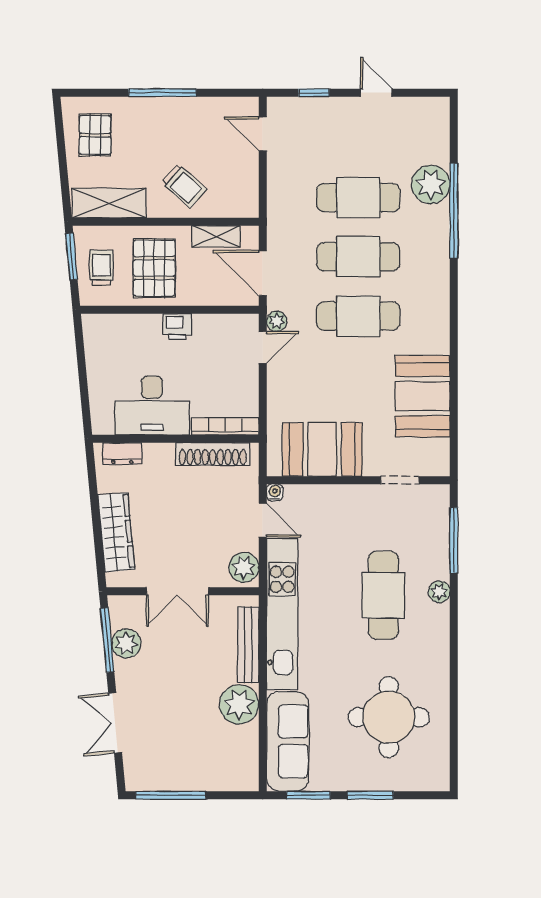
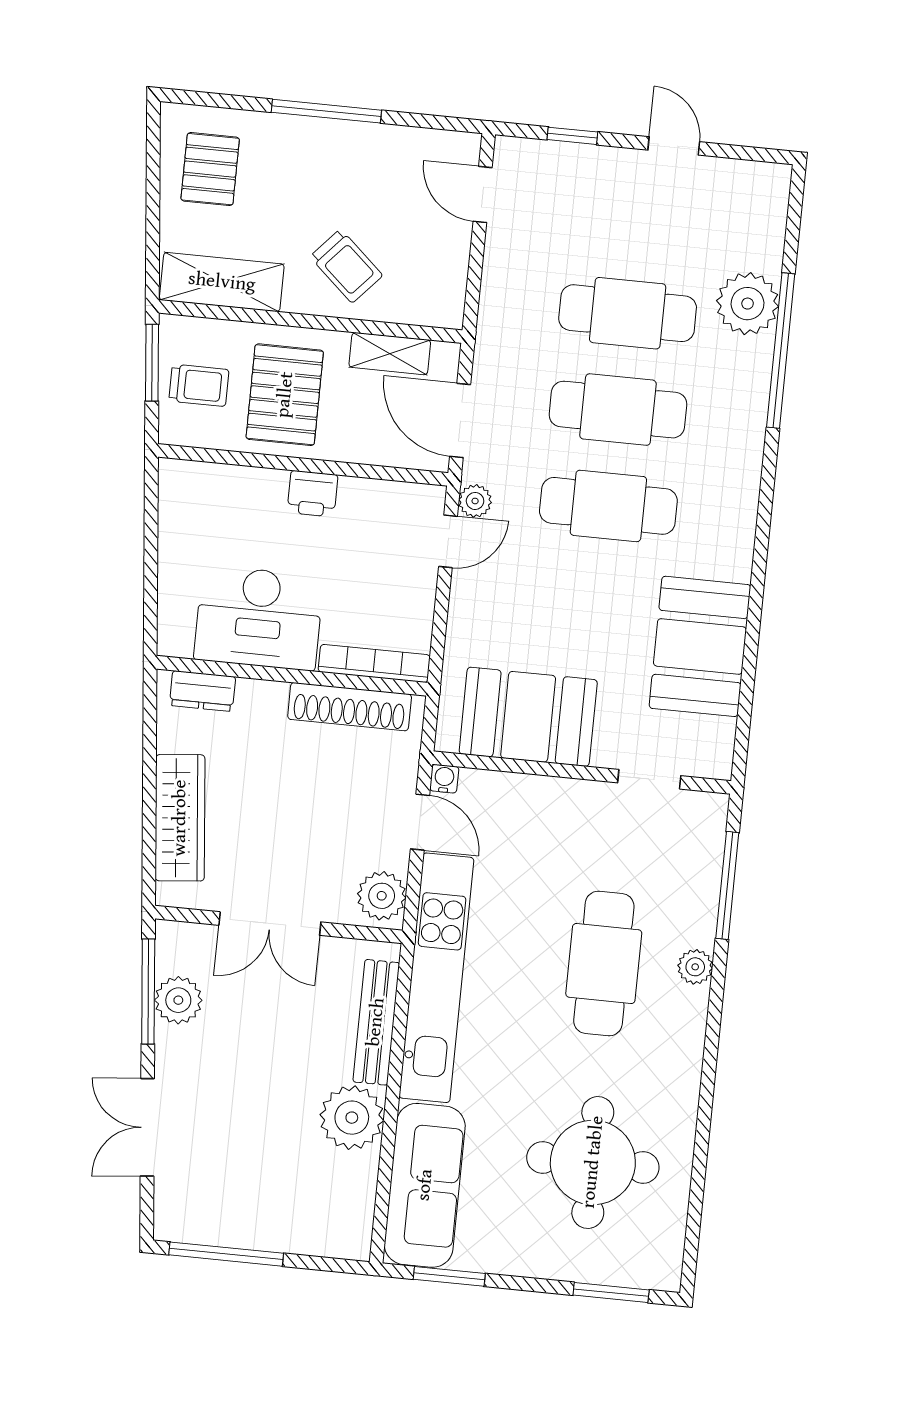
trolley: (101, 268) -> (199, 385), turned 90
window: (370, 795) -> (611, 1292), moved

